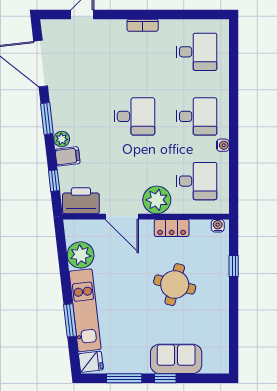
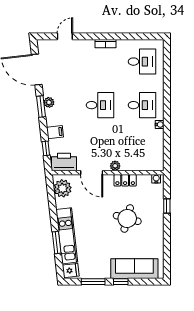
plant: (62, 139) -> (49, 102), moved
desk: (196, 181) -> (142, 149), removed
plant: (157, 200) -> (115, 166), width x0.53, depth x0.53
plant: (81, 255) -> (63, 188), moved
sofa: (176, 359) -> (134, 269), width x1.36

